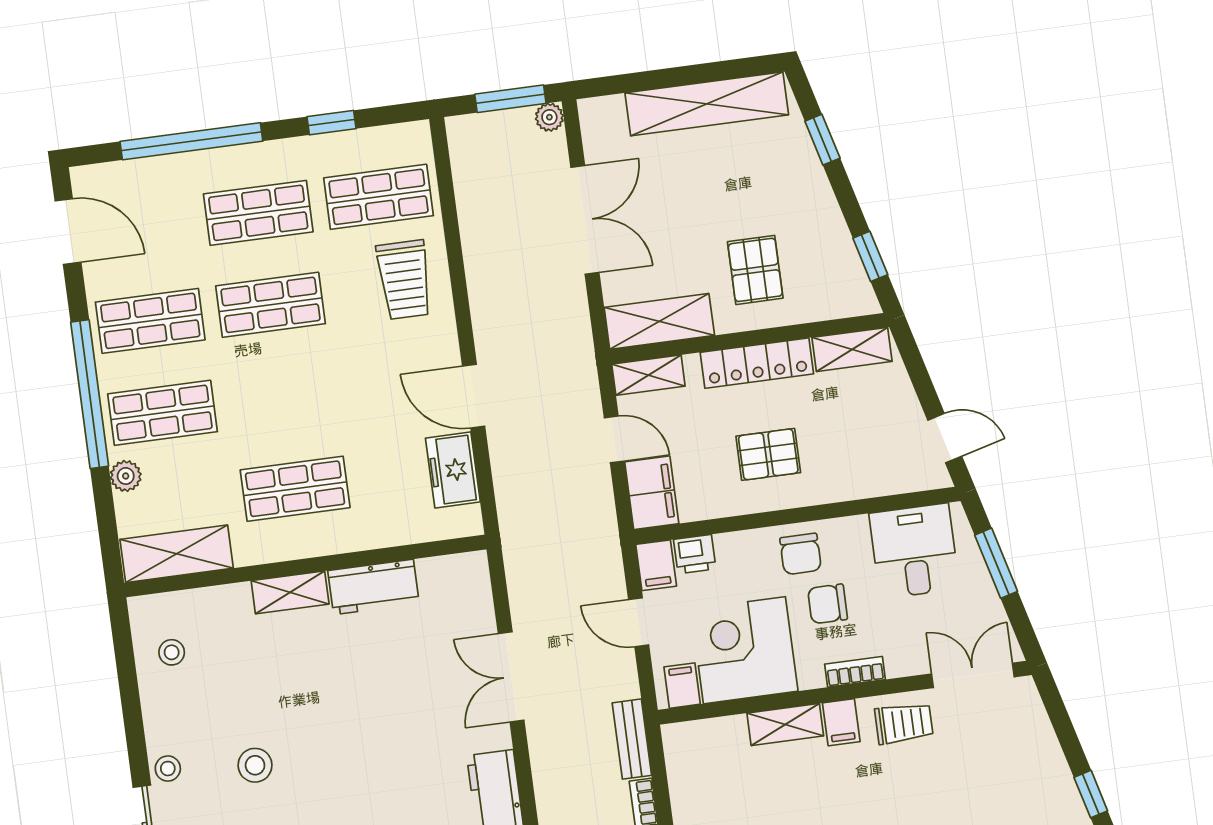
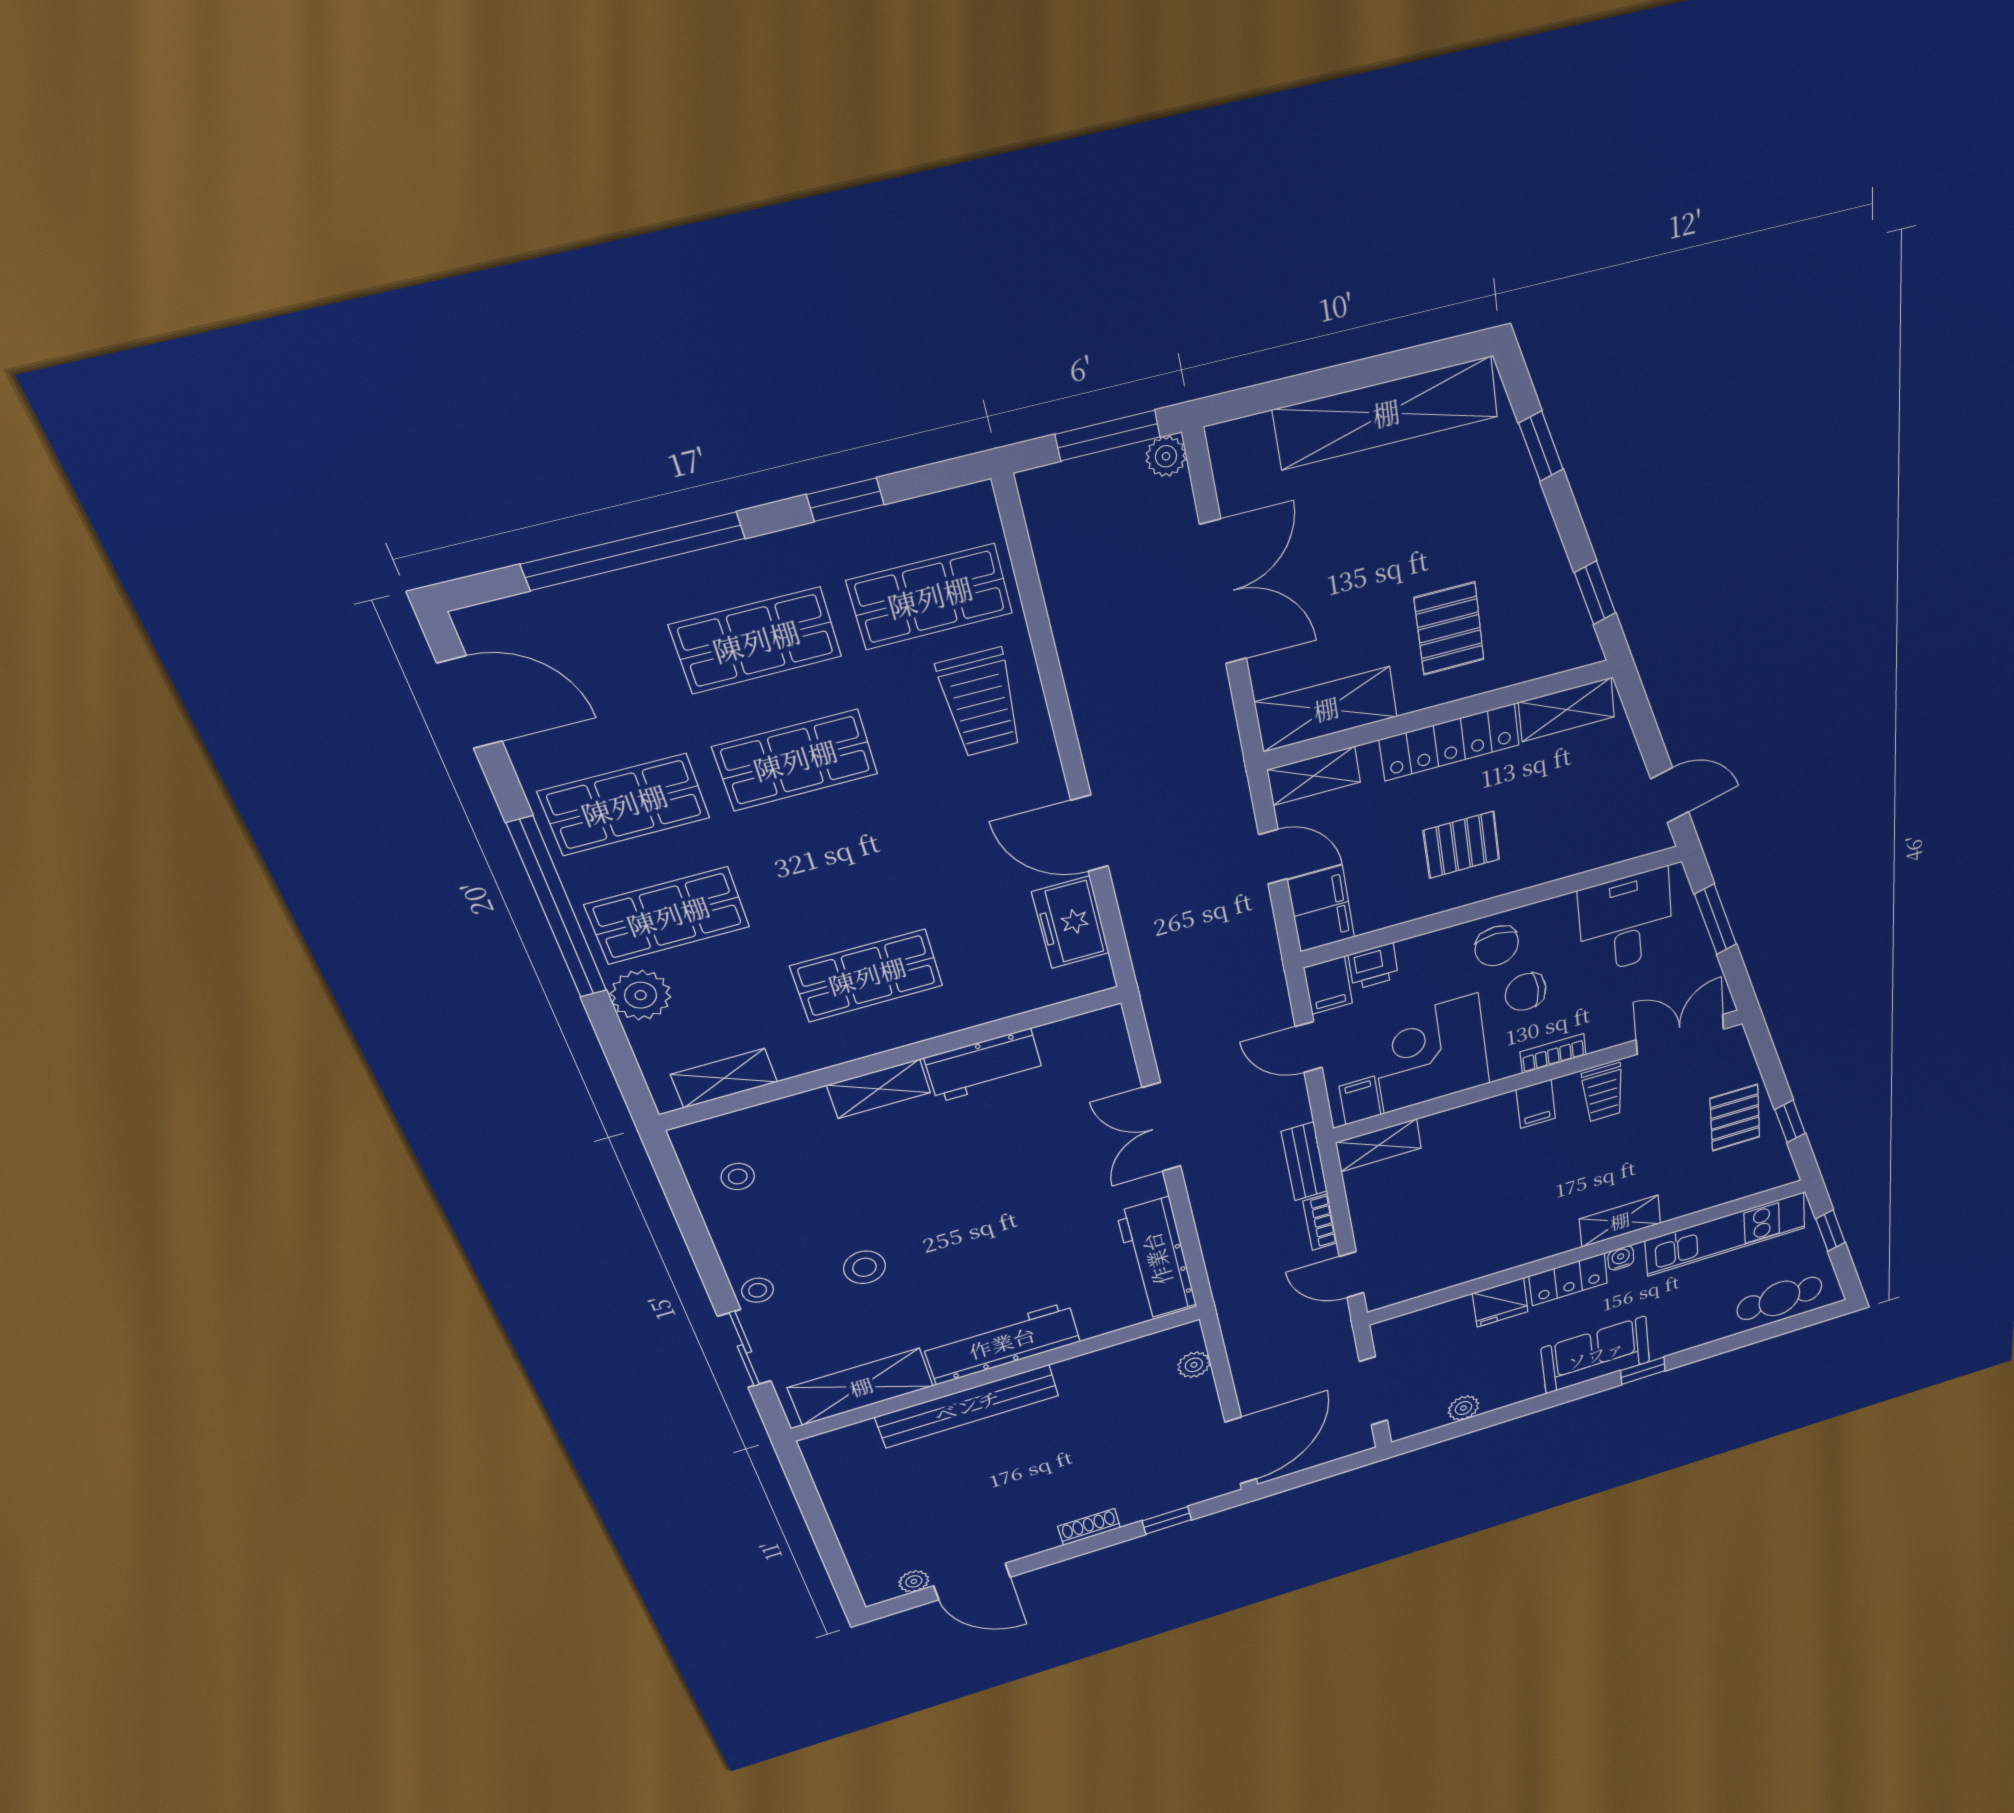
plant: (126, 476) -> (641, 995), width x1.38, depth x1.38
shelving: (177, 554) -> (724, 1078), width x0.67, depth x0.75
trolley: (904, 723) -> (1603, 1093), turned 90
shelving: (785, 724) -> (1379, 1145), moved
pallet: (1035, 778) -> (1735, 1118), added

